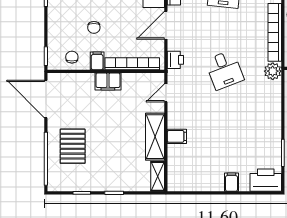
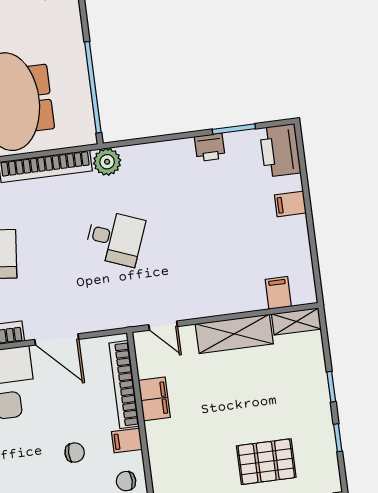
printer: (175, 60) -> (210, 147), moved, turned 180
desk: (224, 70) -> (115, 238), turned 42
filing cabinet: (108, 81) -> (154, 399), moved
filing cabinet: (177, 136) -> (278, 293), moved

